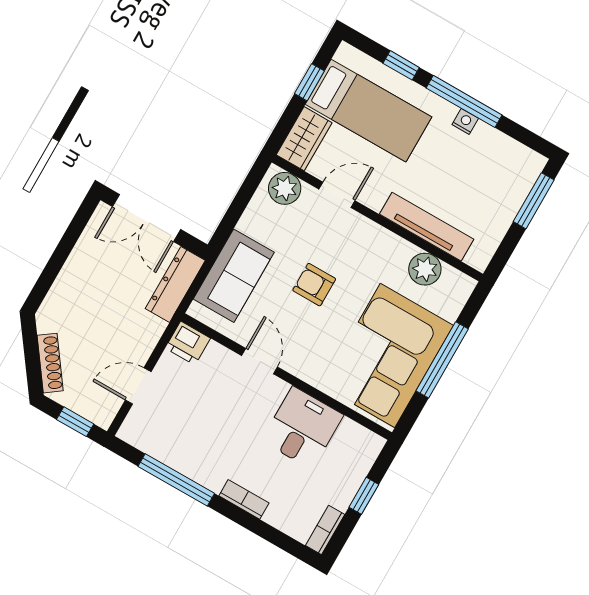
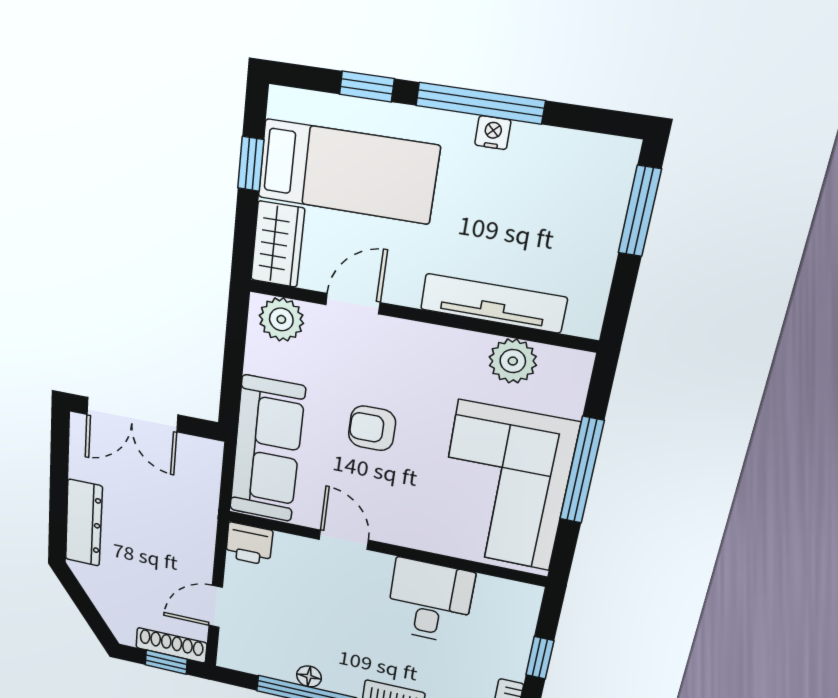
sofa: (234, 276) -> (267, 449), width x1.36
dresser: (175, 284) -> (84, 523), moved, turned 180
shoe rack: (50, 363) -> (171, 645), moved, turned -54
floor lamp: (185, 465) -> (309, 676), added

